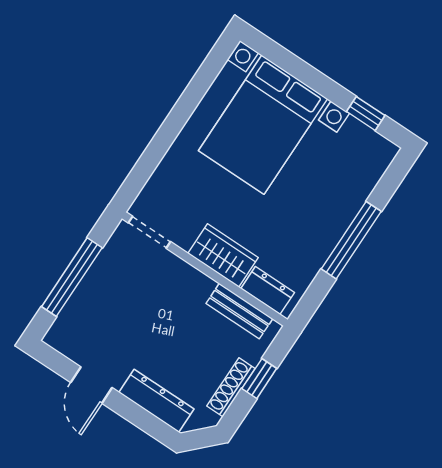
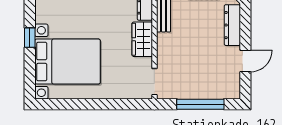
window: (366, 113) -> (30, 38), moved

